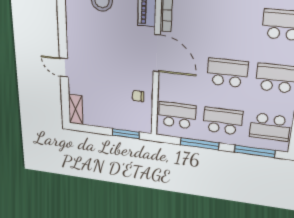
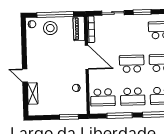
shelving: (76, 110) -> (33, 93), moved
school desk: (177, 115) -> (103, 97), turned 180
school desk: (223, 121) -> (133, 97), turned 180

